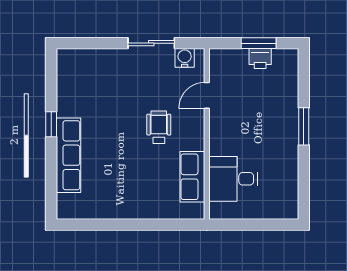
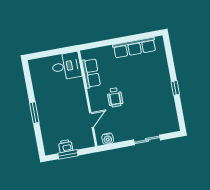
sliding door: (151, 43) -> (147, 140), moved
row of seats: (69, 155) -> (134, 48), moved, turned -90
desk: (233, 179) -> (66, 66), moved

